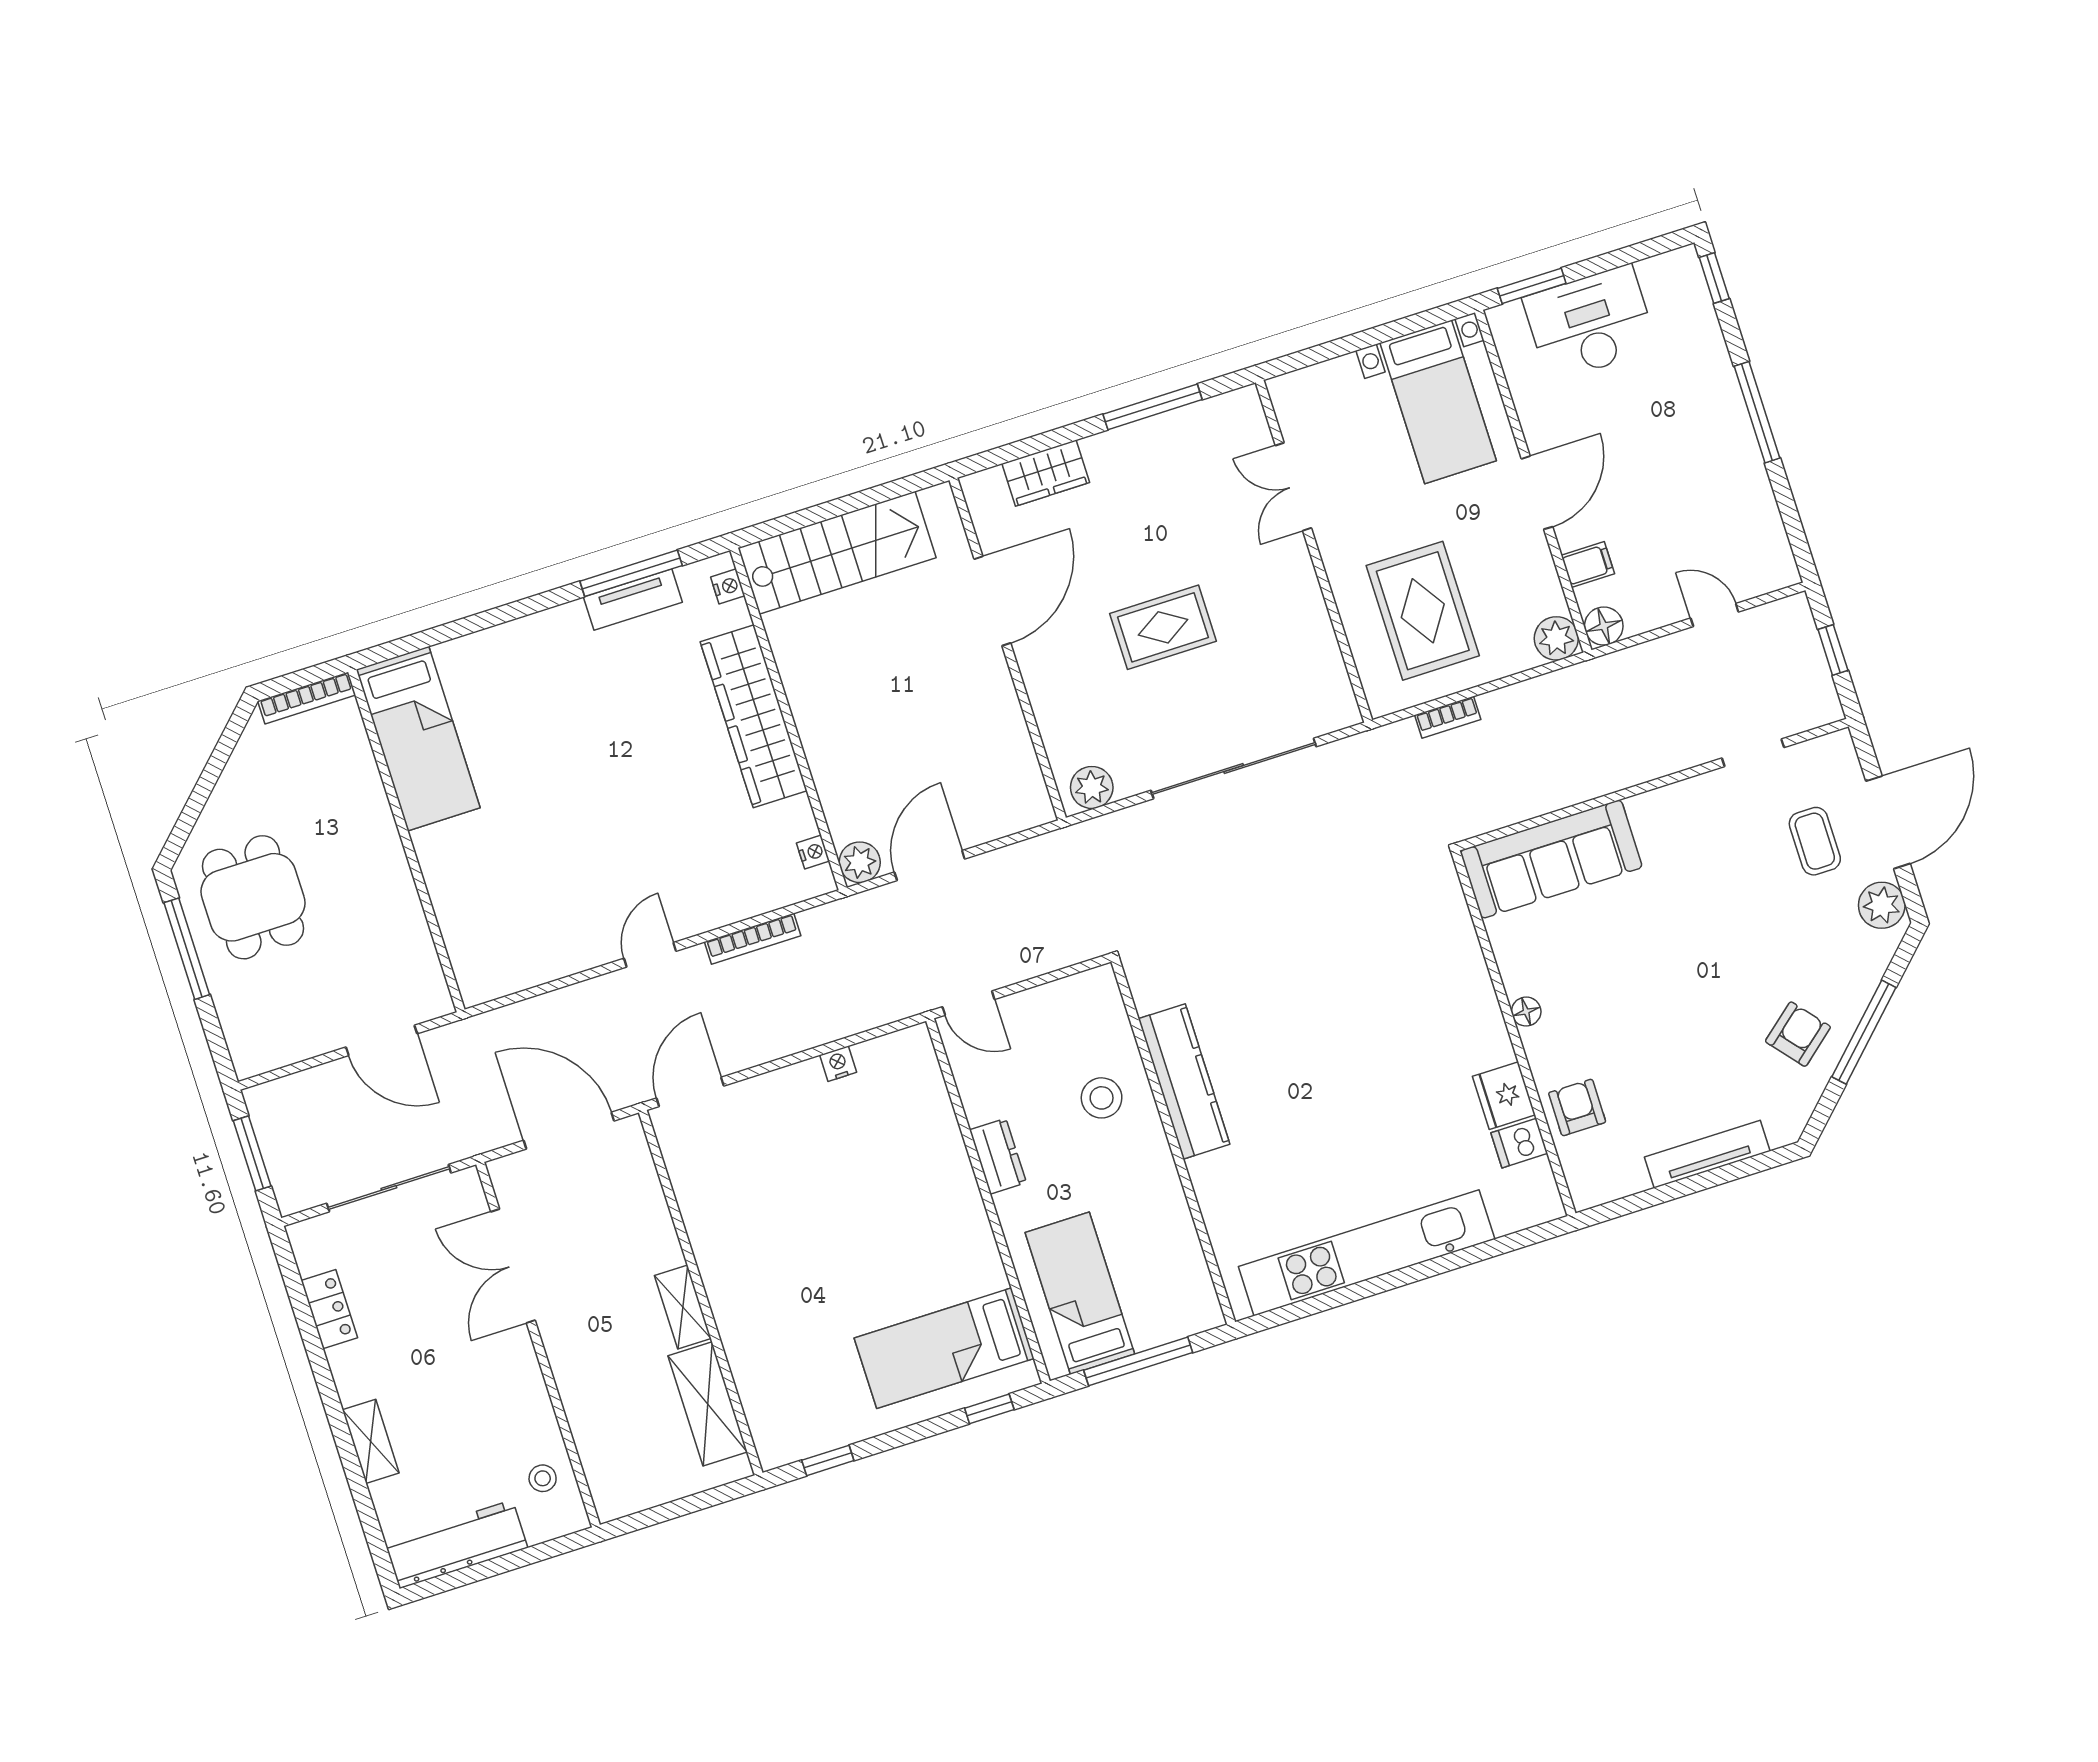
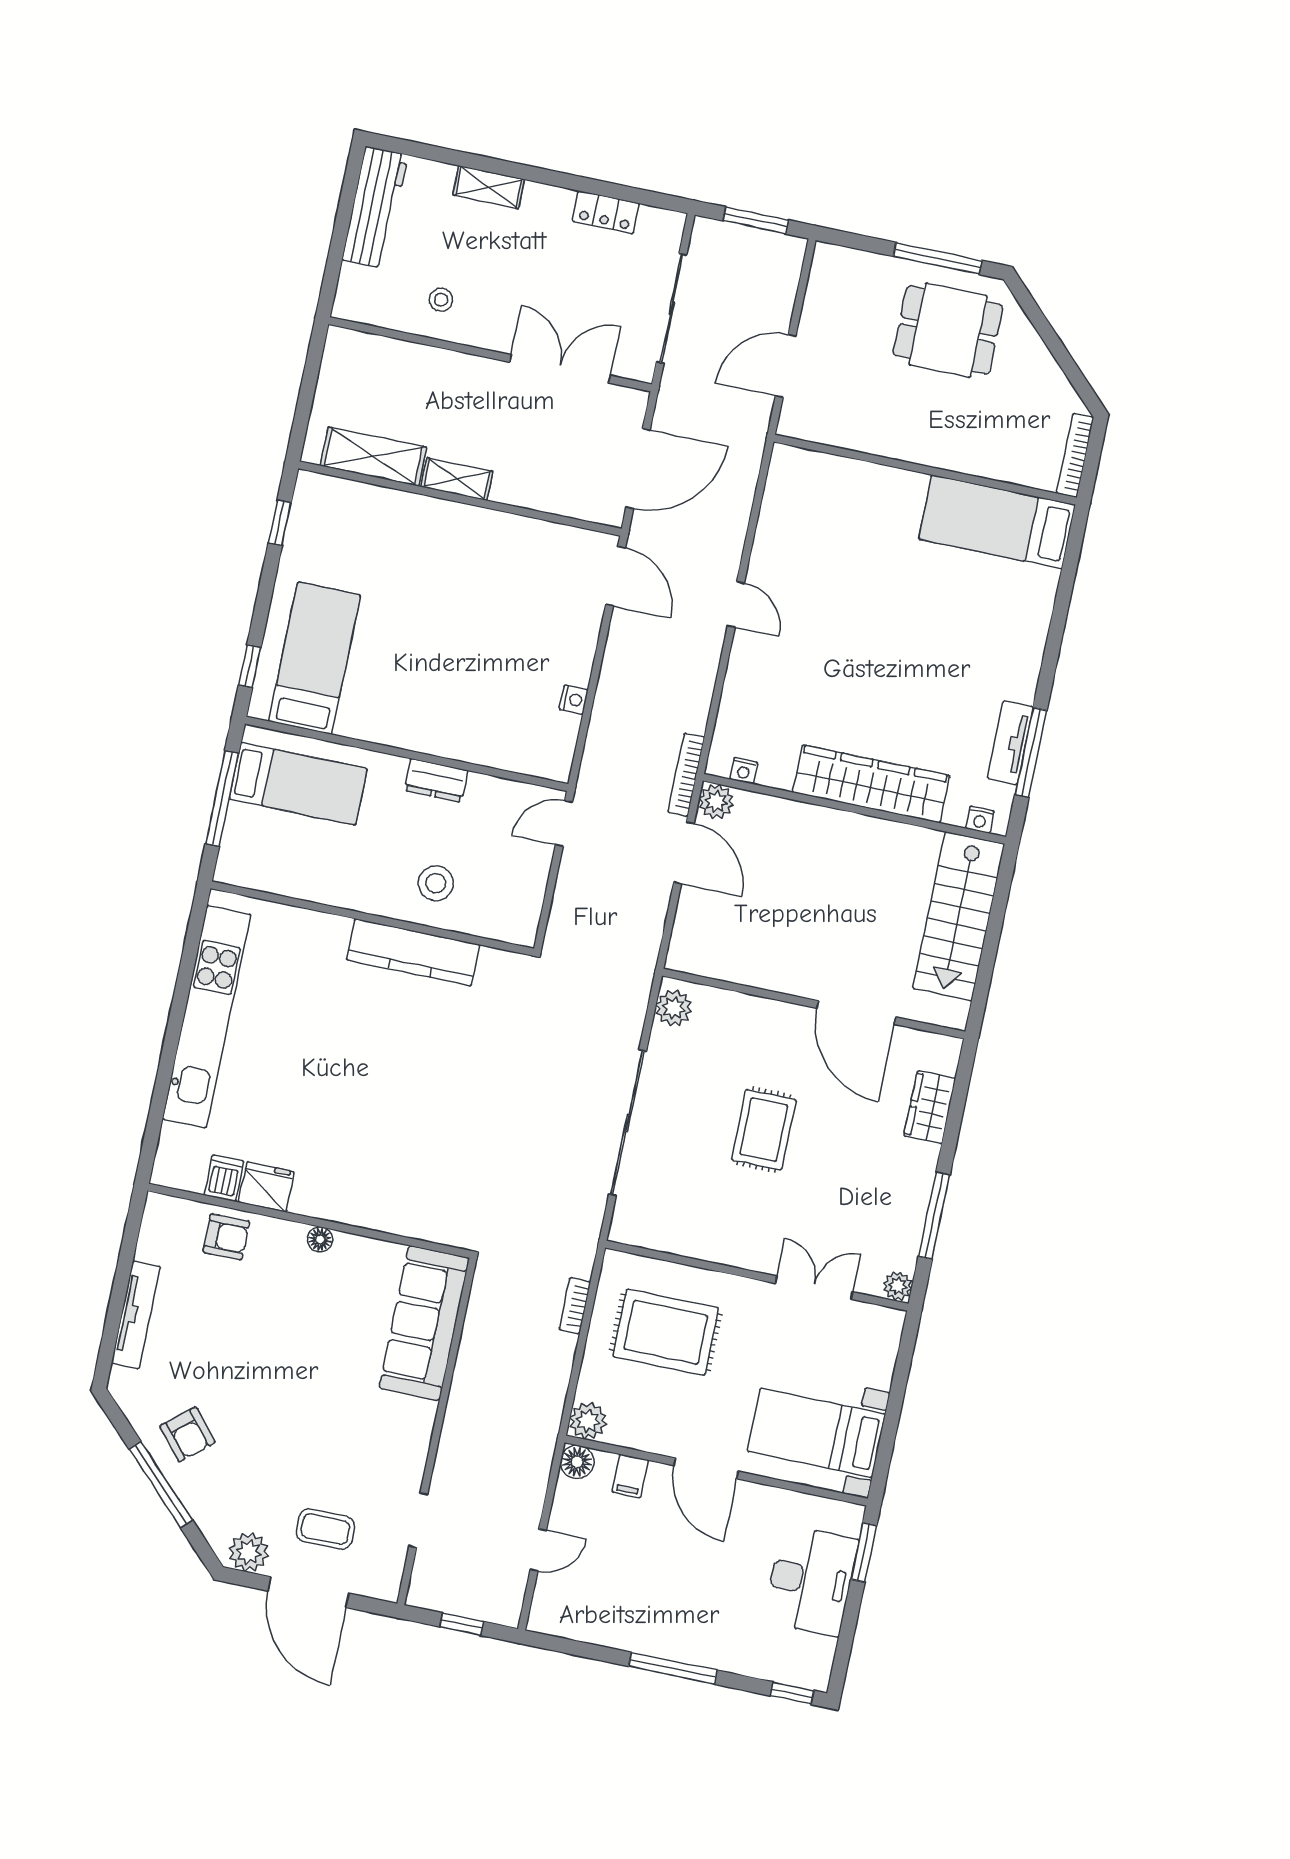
plant: (1244, 404) -> (898, 1286), added
bookcase: (753, 939) -> (686, 775), moved
stool: (543, 1478) -> (441, 300), moved

